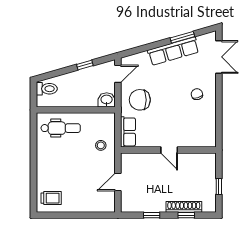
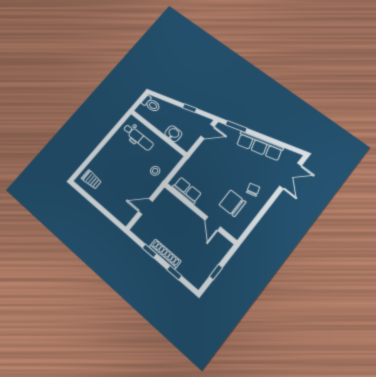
window: (182, 37) -> (236, 126), moved
washbasin: (107, 100) -> (173, 134), moved
chair: (140, 100) -> (233, 203), moved
row of seats: (128, 132) -> (187, 190), moved, turned -90
door: (169, 150) -> (213, 224), moved
shoe rack: (184, 207) -> (165, 254), moved

